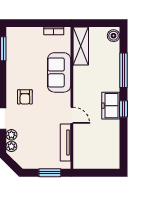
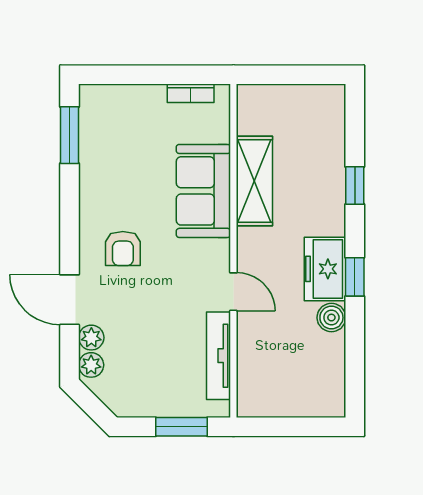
boiler: (114, 36) -> (331, 318), moved
shelving: (81, 46) -> (254, 181), moved
window: (123, 70) -> (355, 186), width x0.46

